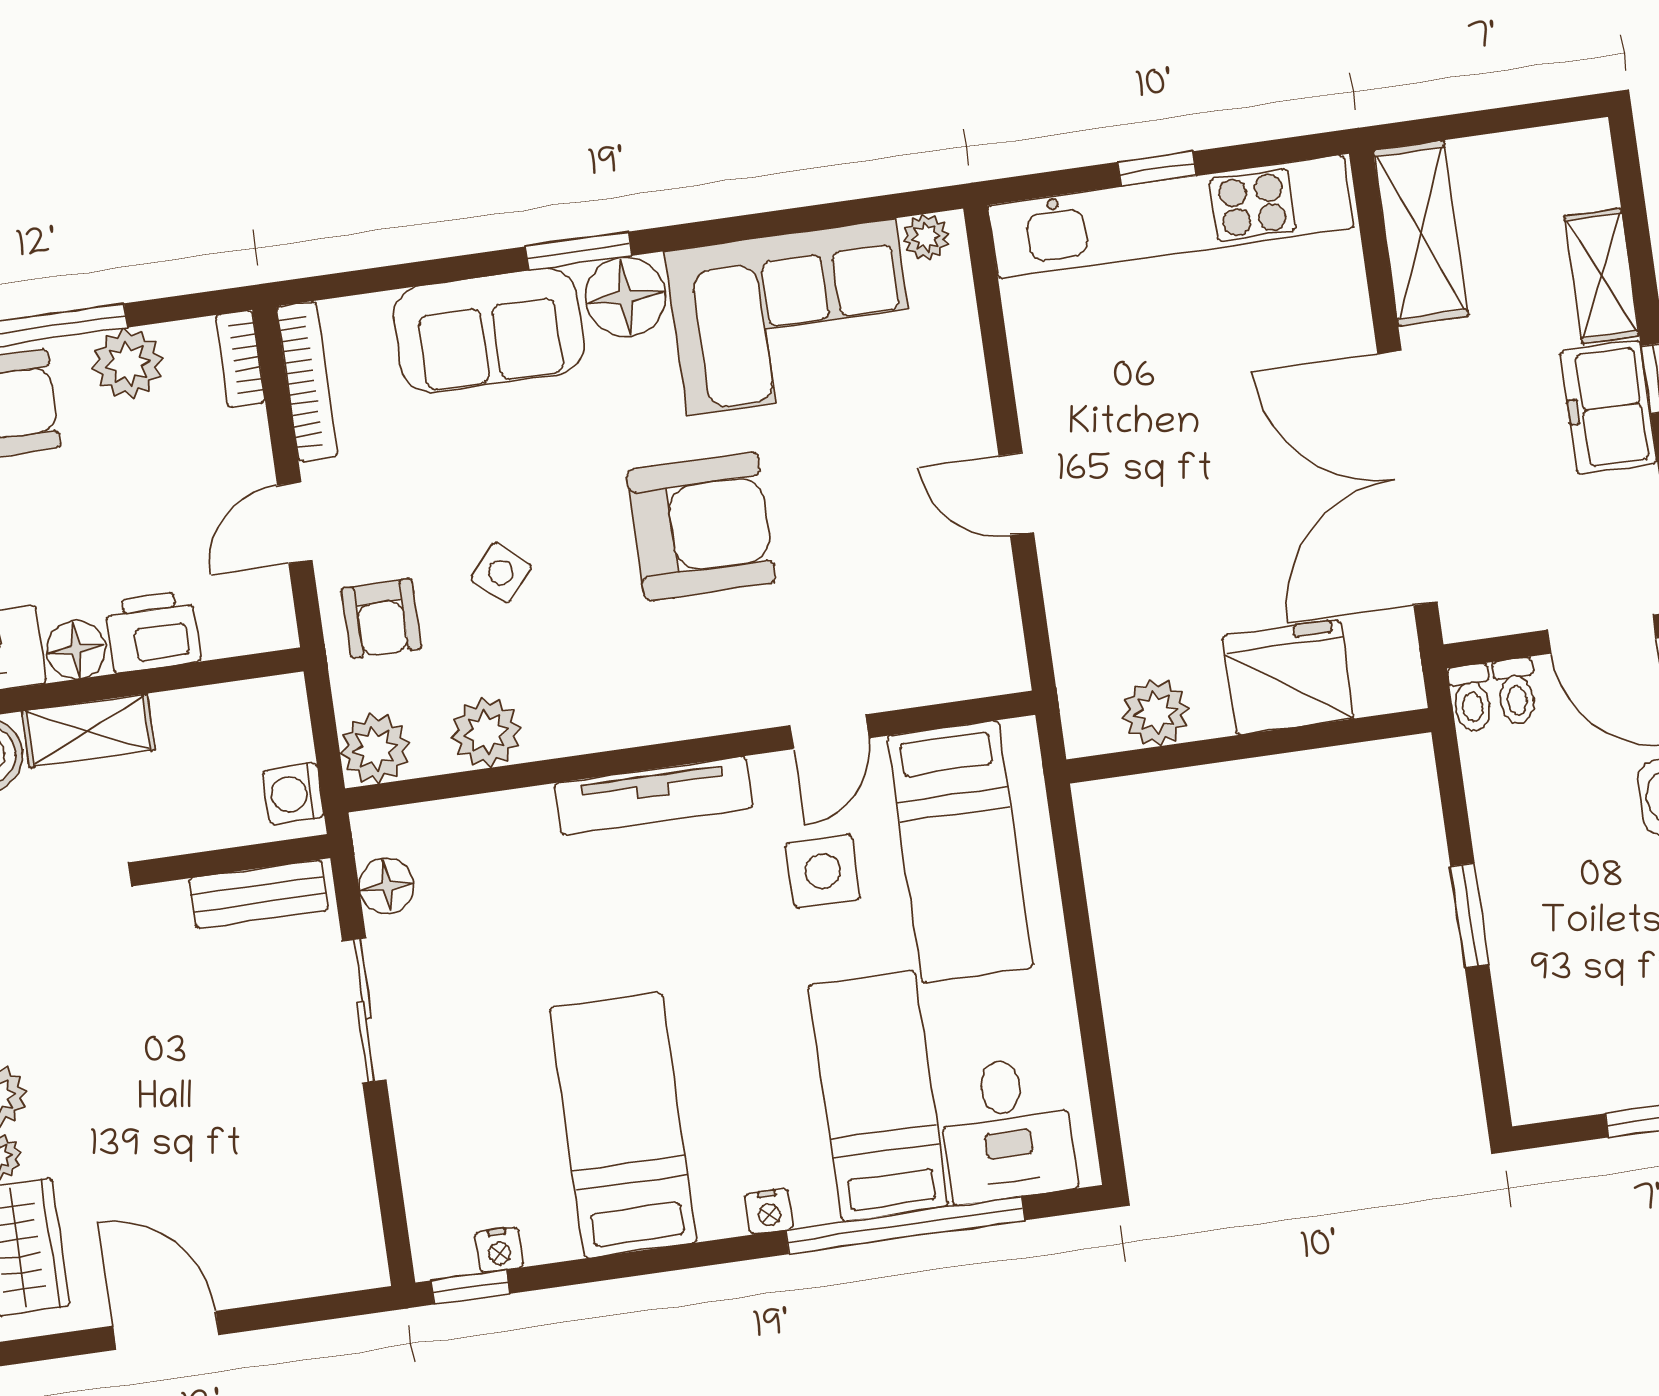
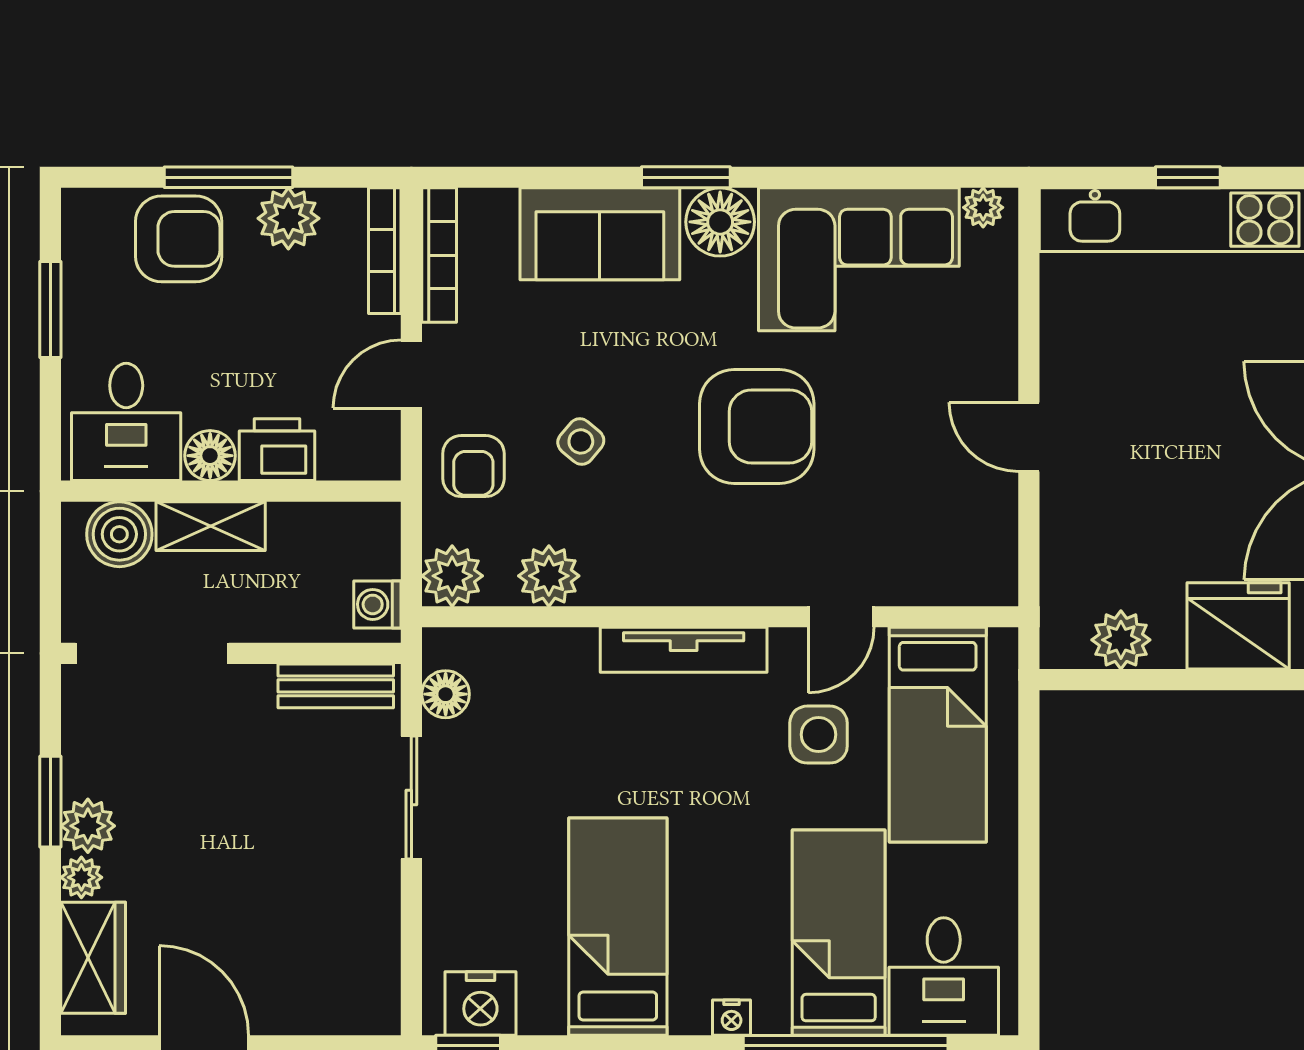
bookcase: (240, 359) -> (385, 251), width x1.56
nightstand: (499, 1250) -> (480, 1004), width x1.89, depth x1.79

